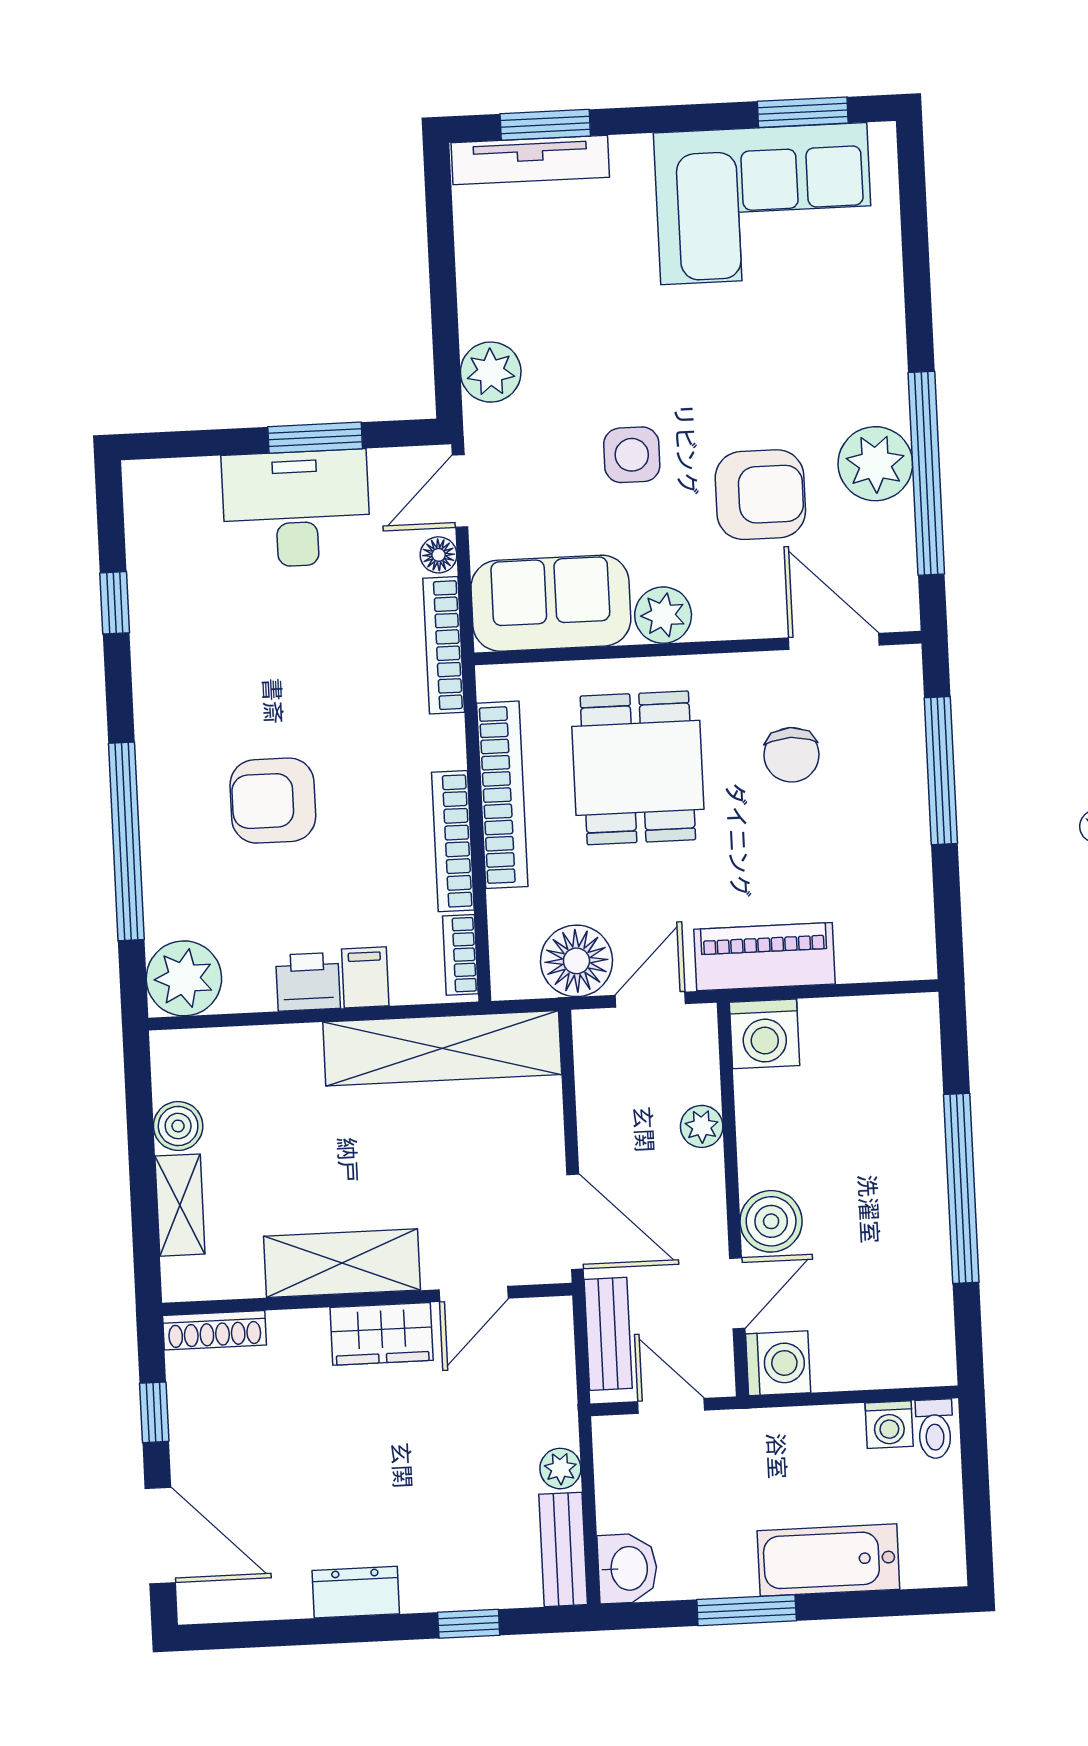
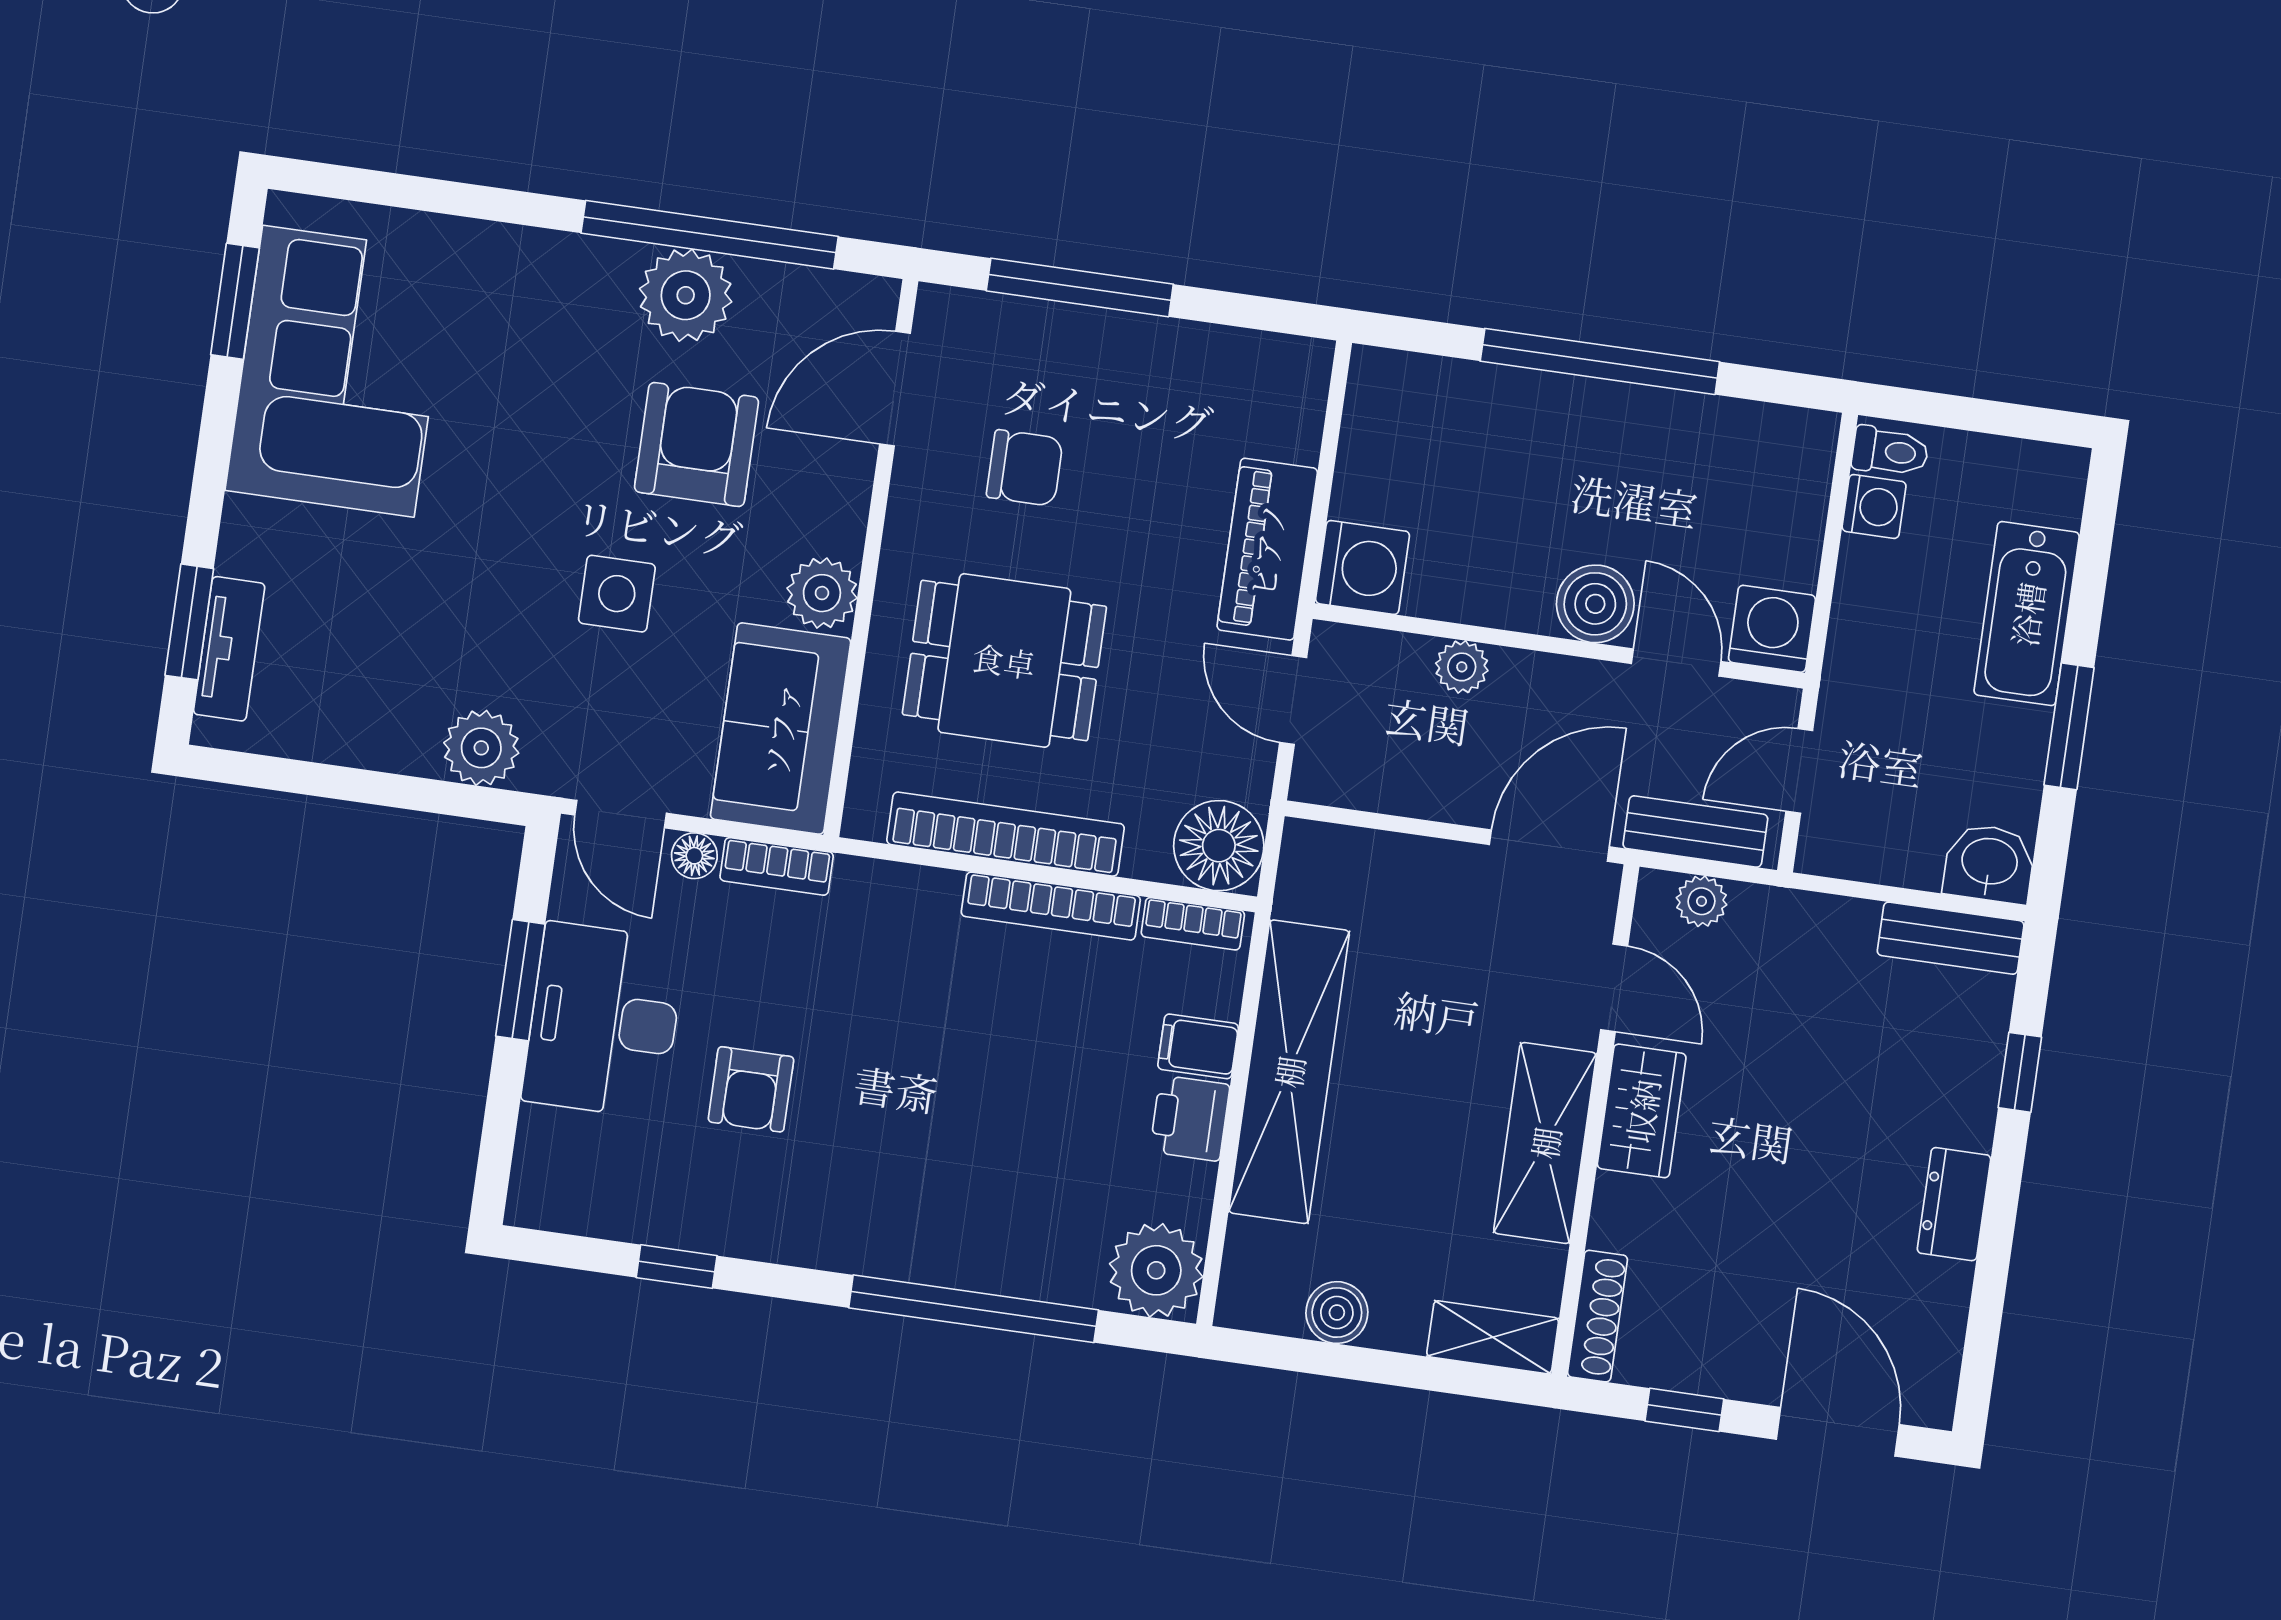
tv unit: (530, 160) -> (229, 649), width x0.71
bookcase: (444, 645) -> (777, 866), width x0.64
armchair: (273, 801) -> (751, 1089), moved, width x0.72, depth x0.72
floor lamp: (576, 961) -> (1219, 846), moved
shelving: (442, 1048) -> (1289, 1072), moved
shelving: (180, 1205) -> (1493, 1337), moved
plant: (560, 1469) -> (1702, 901), moved
door: (160, 1536) -> (1838, 1432), hinge flipped

